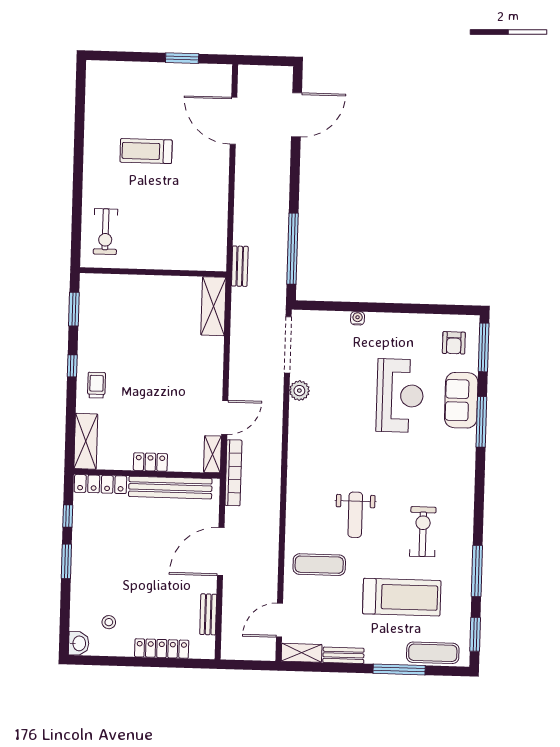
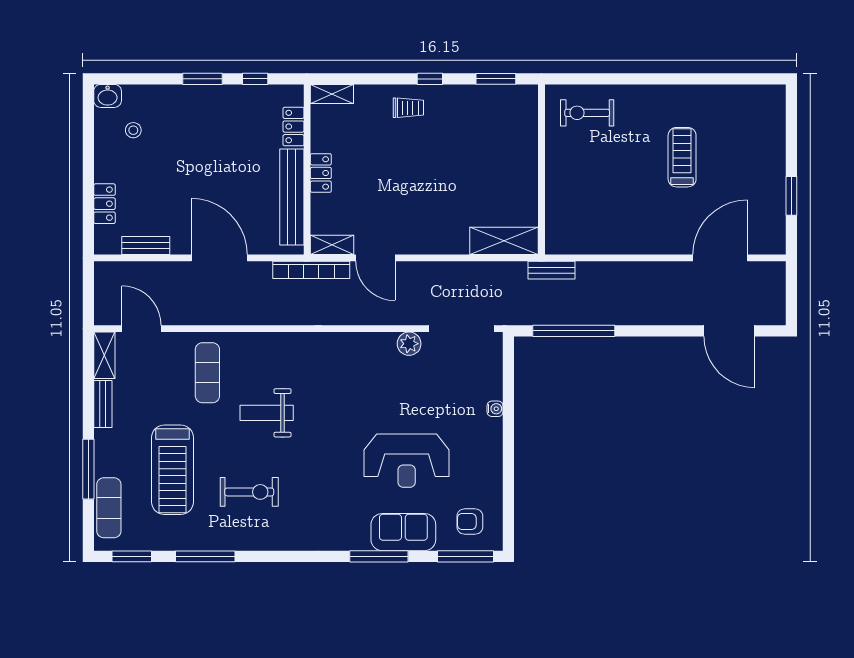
shelving: (86, 441) -> (332, 94), width x0.67, depth x0.75
locker: (100, 484) -> (293, 127), width x0.66
locker: (162, 649) -> (104, 204), width x0.66

